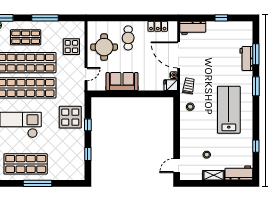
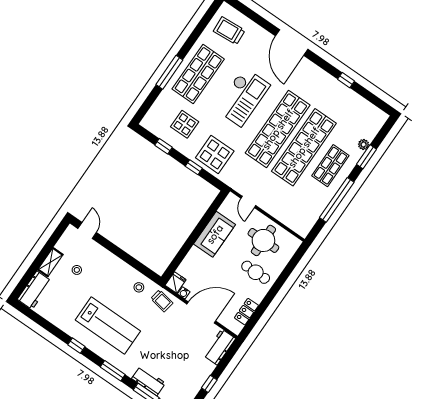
window: (45, 18) -> (337, 200), width x1.46
display table: (71, 47) -> (185, 124), moved
window: (256, 146) -> (76, 346), moved

